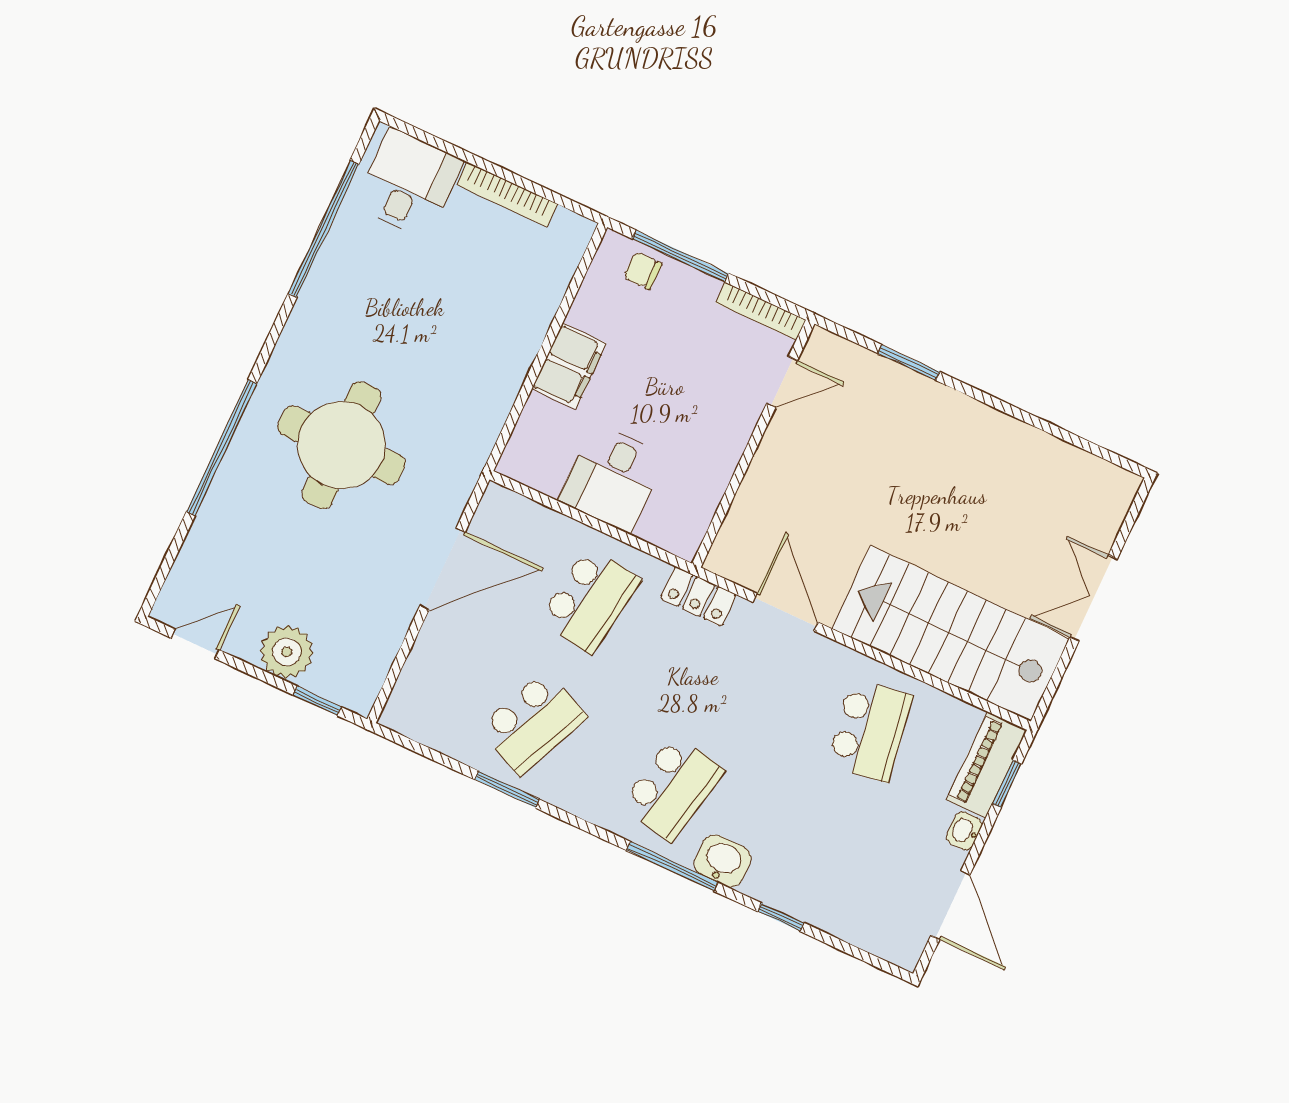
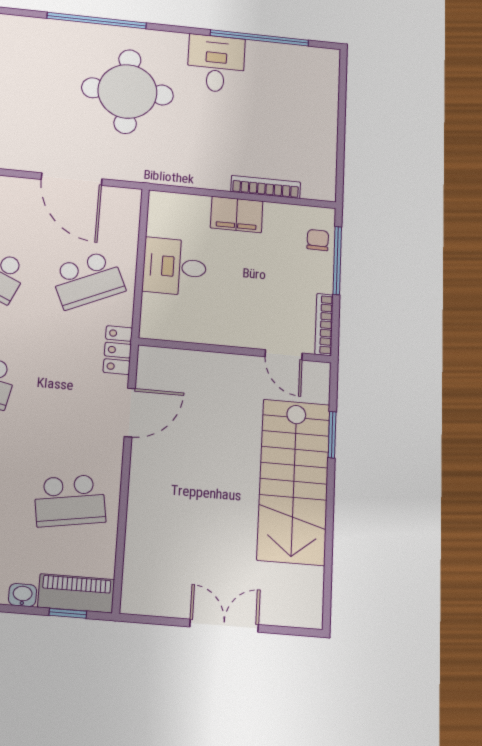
desk: (408, 183) -> (216, 64), moved, turned -90
bookcase: (507, 194) -> (266, 187), moved, turned 90
school desk: (590, 600) -> (88, 280), turned -33
stairs: (951, 634) -> (294, 481), moved, turned 180

